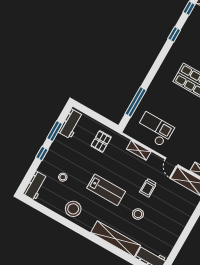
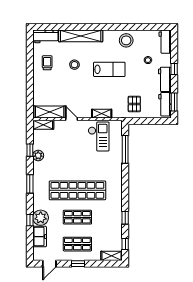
checkout: (155, 129) -> (99, 137), turned -90
window: (55, 131) -> (174, 102), moved
workbench: (57, 149) -> (165, 79), added
trolley: (148, 188) -> (47, 63), moved
lab bench: (106, 190) -> (109, 69), turned 180

